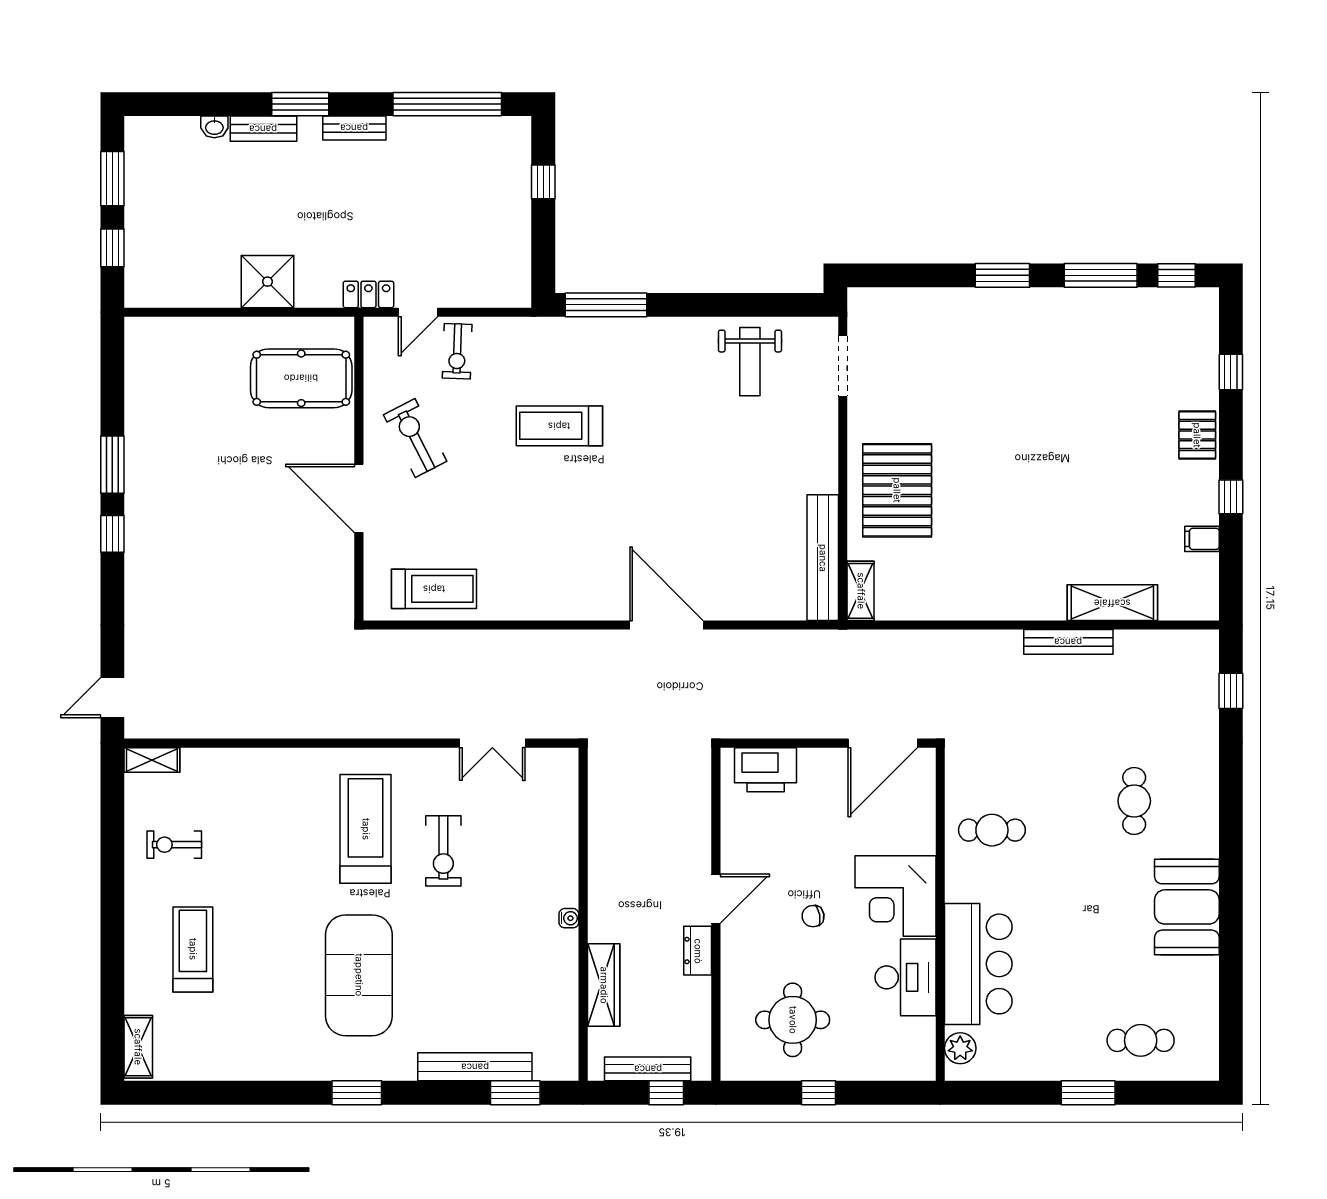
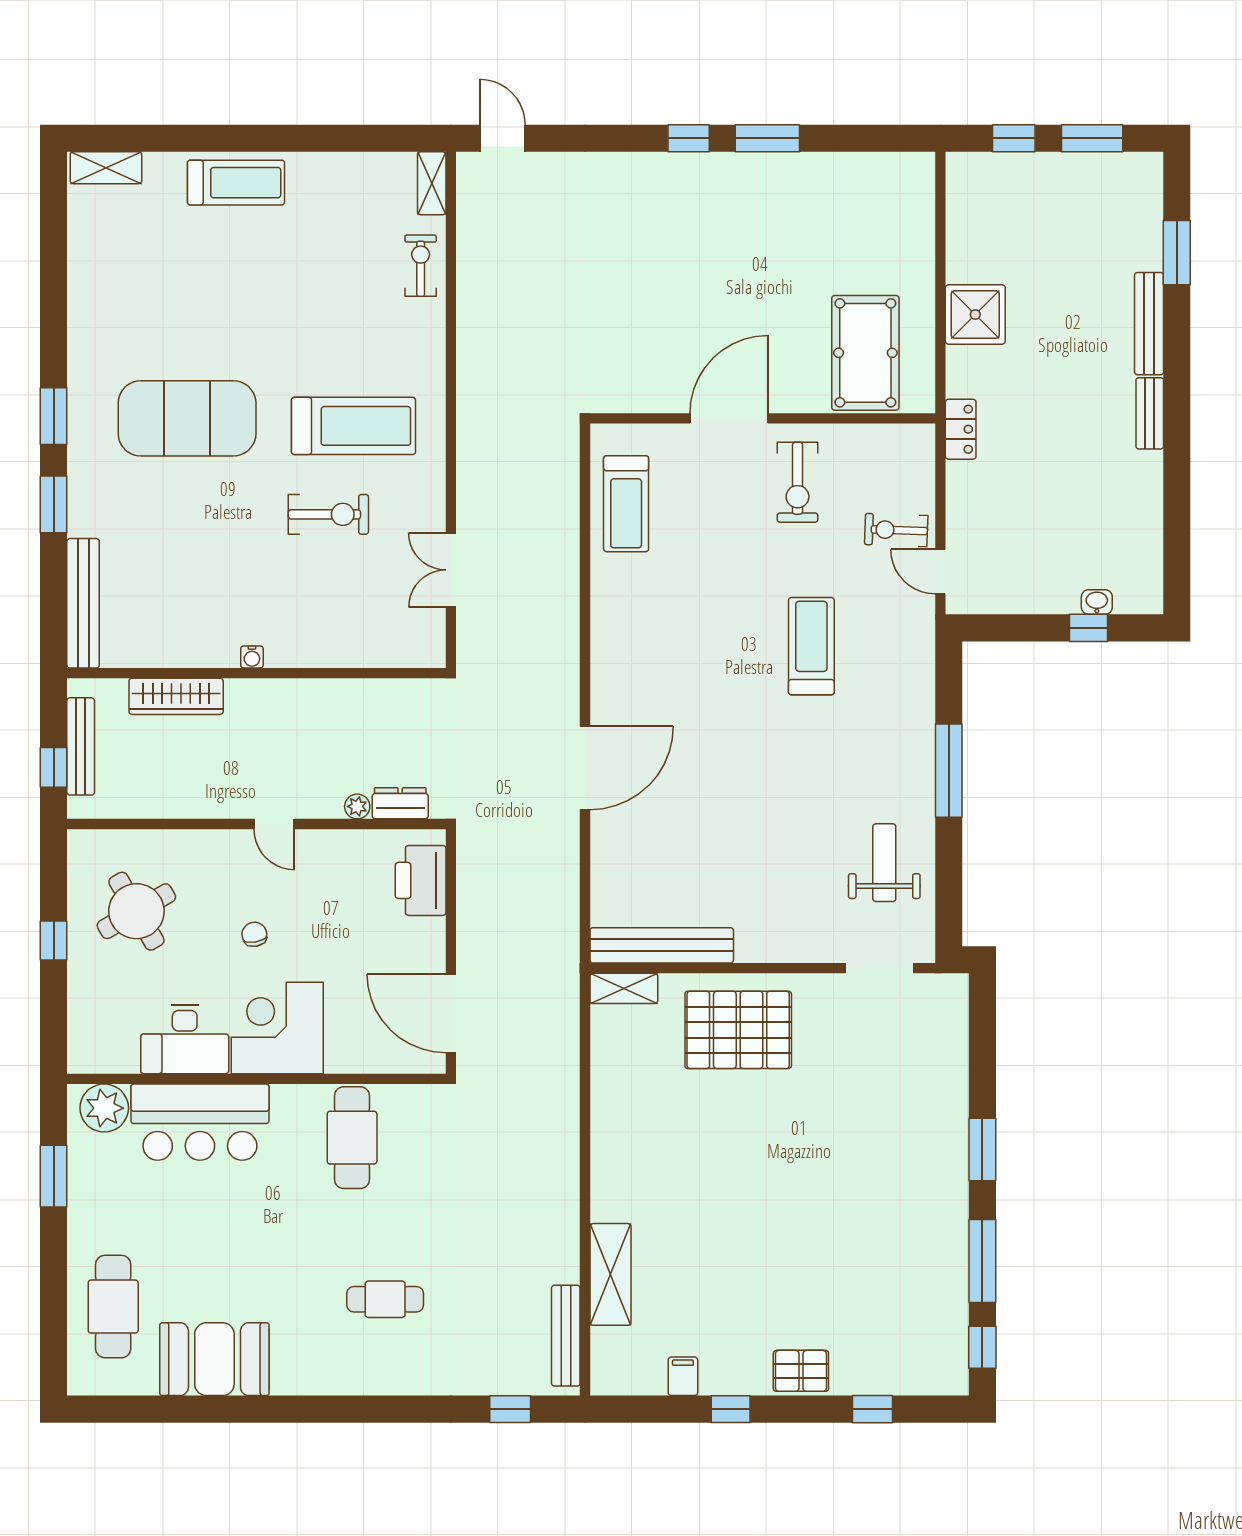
window: (300, 104) -> (1177, 253), moved
window: (447, 104) -> (1177, 519), removed
washbasin: (214, 127) -> (1097, 602), moved, turned 90
bench: (263, 129) -> (1149, 324), width x1.36
window: (606, 305) -> (949, 771), moved
door: (418, 312) -> (940, 572), moved
weight bench: (750, 362) -> (884, 863), turned 90
exercise bike: (415, 438) -> (798, 482), turned 117
bench: (1068, 642) -> (566, 1336), moved
plant: (700, 826) -> (357, 806), added
cafe table: (992, 830) -> (352, 1138), width x1.37, depth x1.35
exercise bike: (174, 845) -> (421, 266), moved
exercise bike: (443, 851) -> (328, 514), turned 180
door: (716, 899) -> (274, 824), width x0.73
booth: (1187, 907) -> (214, 1359), moved
treadmill: (193, 949) -> (236, 183), moved
dresser: (698, 951) -> (400, 803), moved
round table: (793, 1020) -> (136, 911), turned -30
cafe table: (1141, 1040) -> (113, 1307), width x1.37, depth x1.35
plant: (960, 1048) -> (104, 1108), width x1.36, depth x1.36
bench: (475, 1067) -> (83, 603), moved
window: (515, 1093) -> (54, 504), moved
window: (1088, 1093) -> (54, 1176), moved

